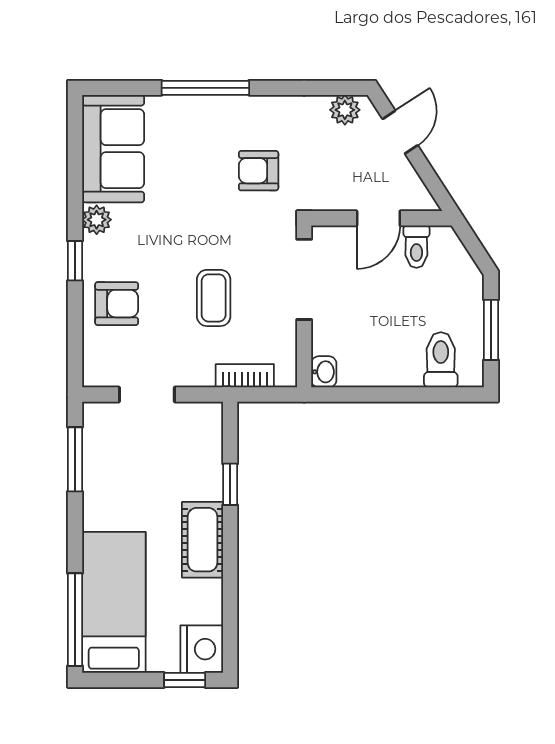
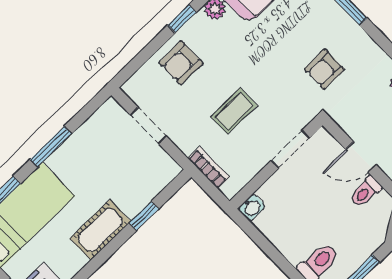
armchair: (259, 171) -> (324, 69), turned -90
doorway: (304, 279) -> (290, 149), width x0.73
armchair: (117, 304) -> (181, 63), turned 90
window: (75, 459) -> (51, 147), moved

